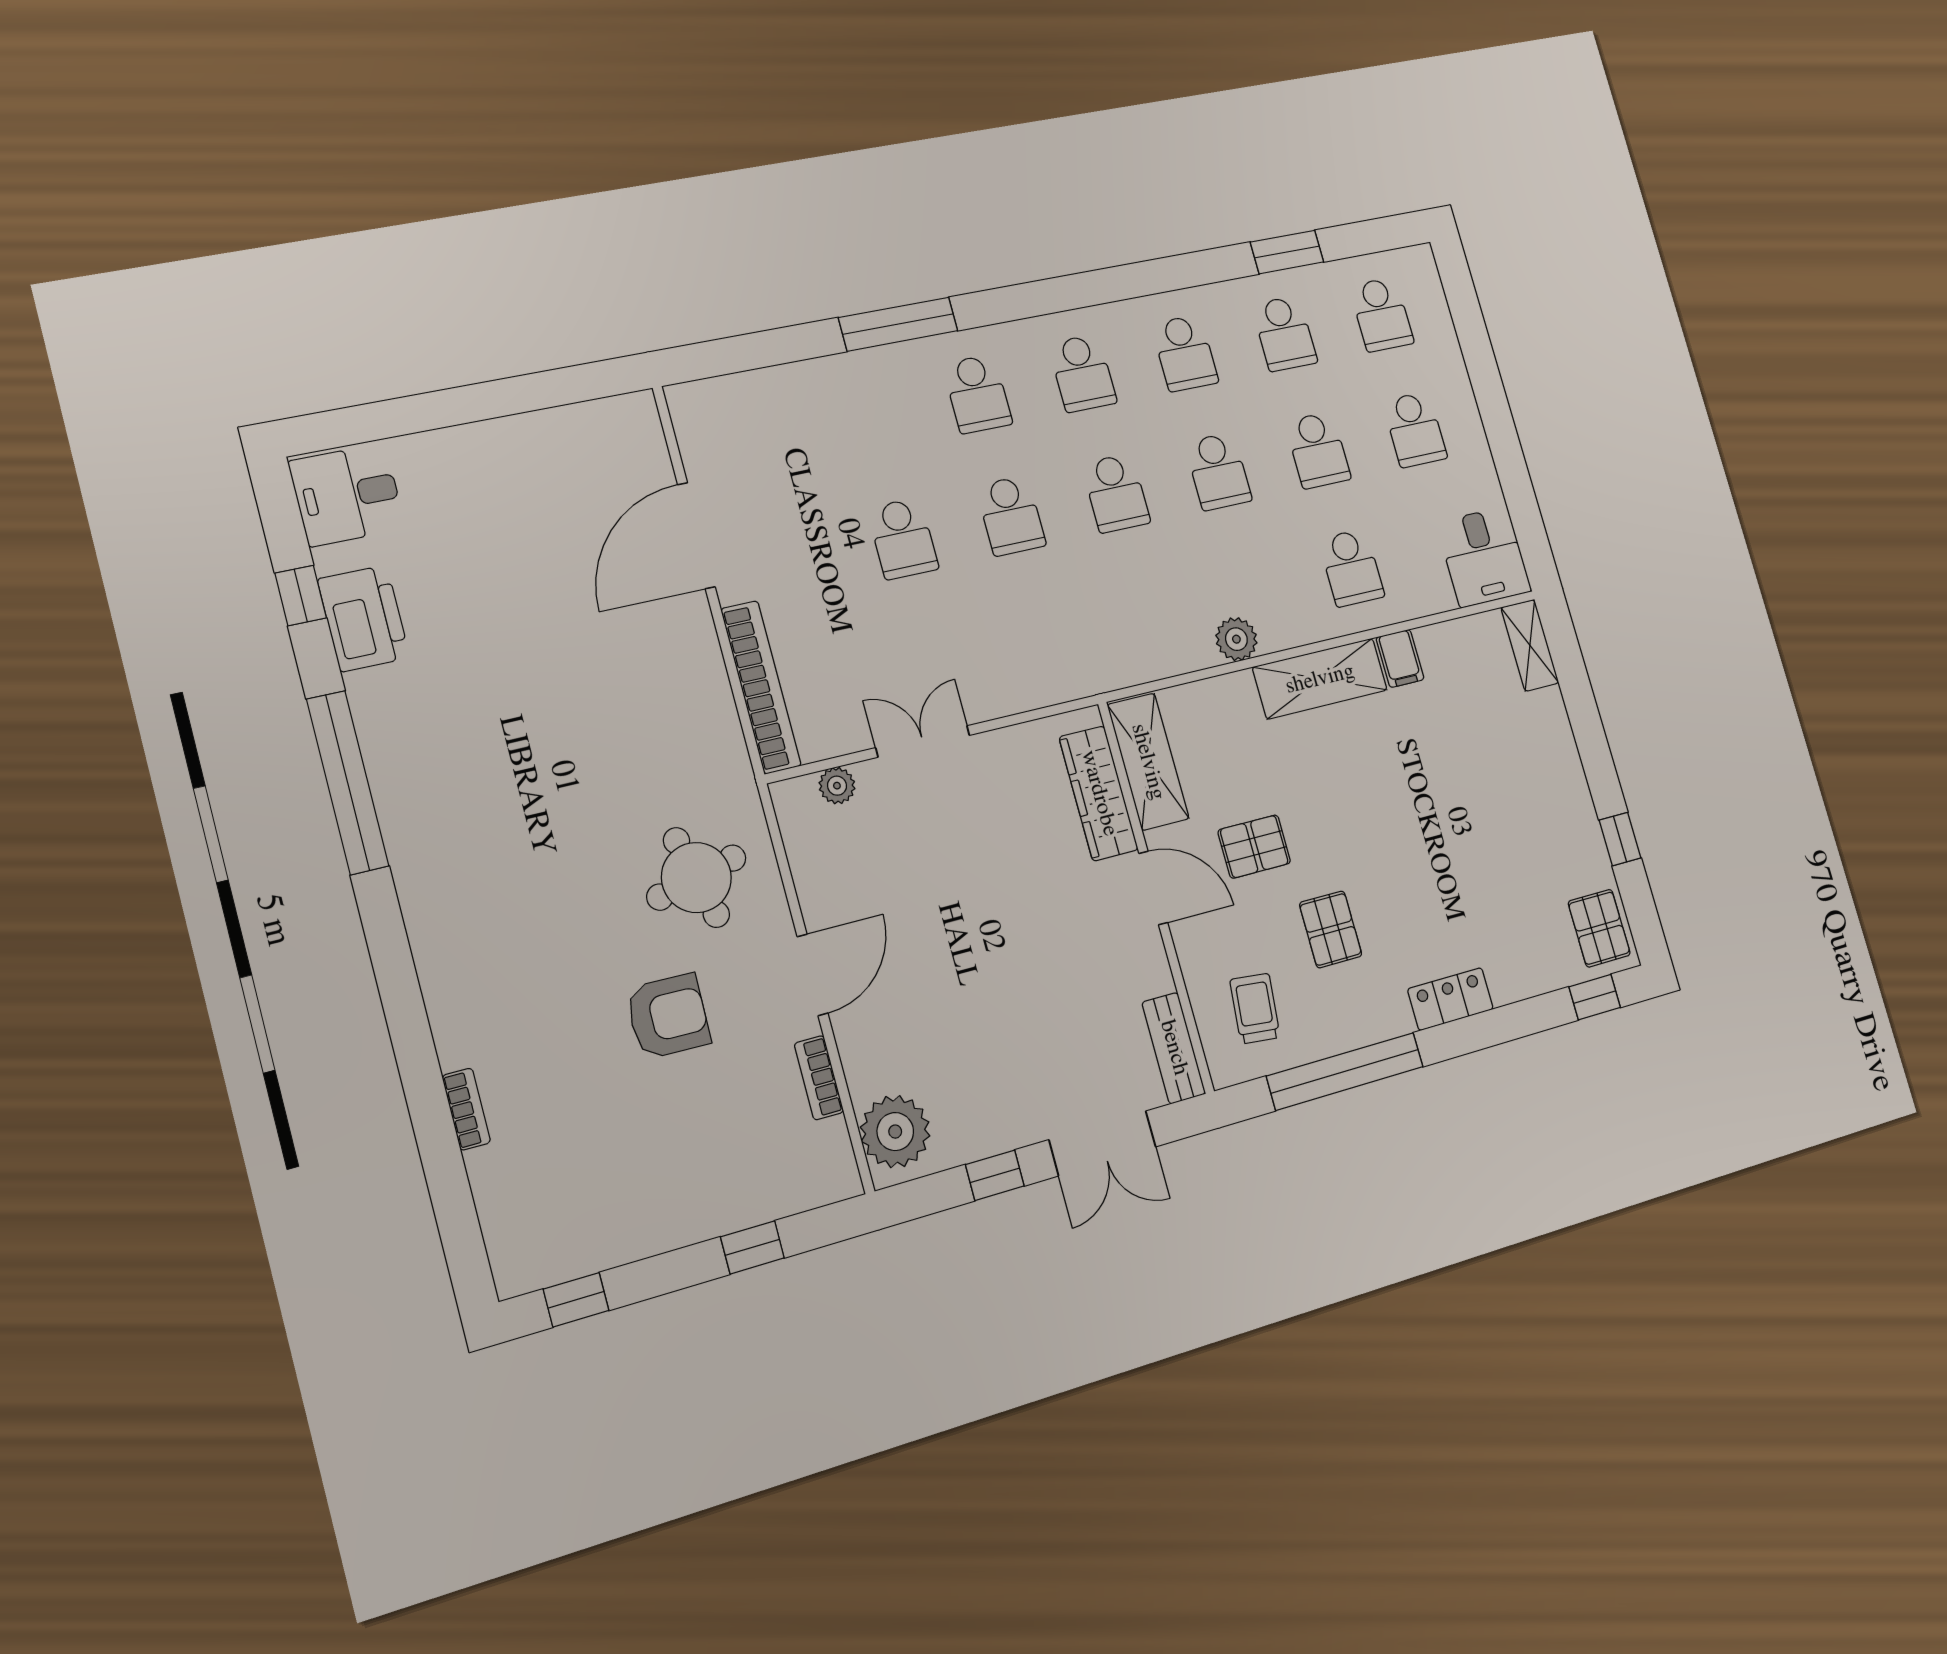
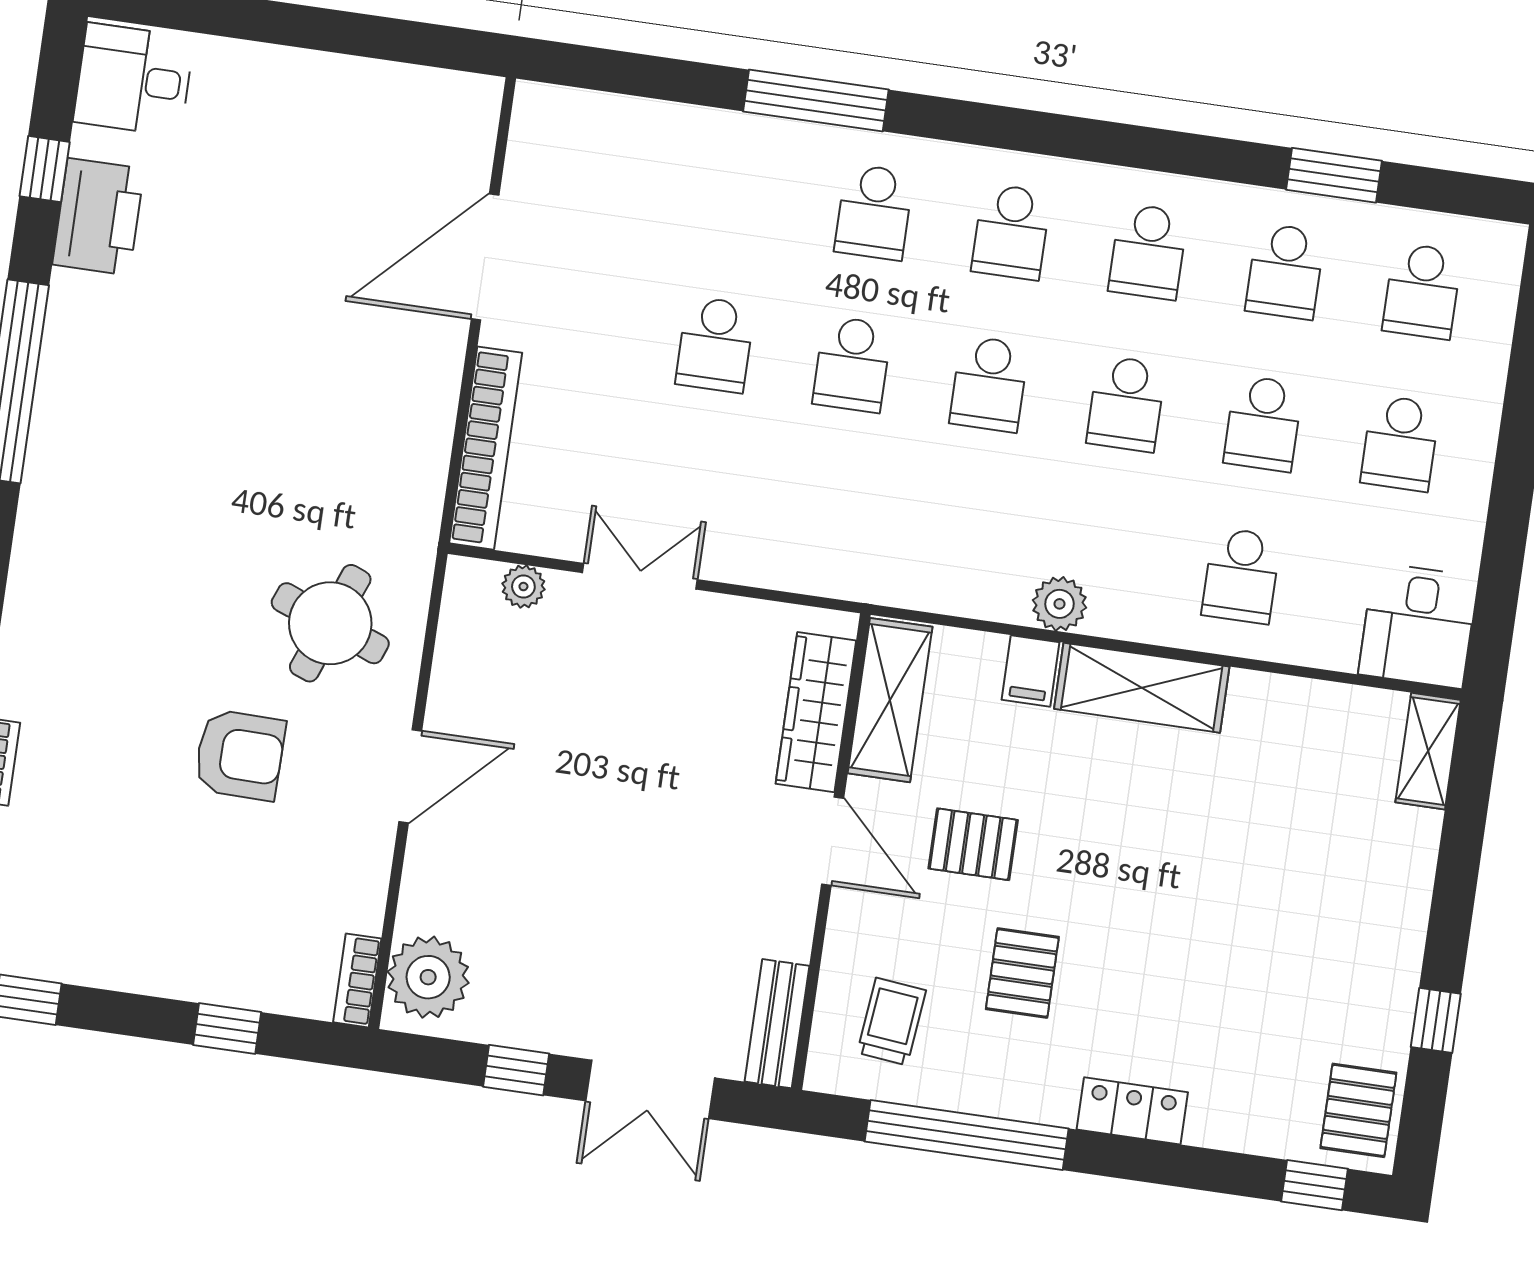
filing cabinet: (1400, 658) -> (1030, 671), moved
round table: (696, 878) -> (330, 623), turned 35
bookcase: (819, 1078) -> (357, 980), moved

